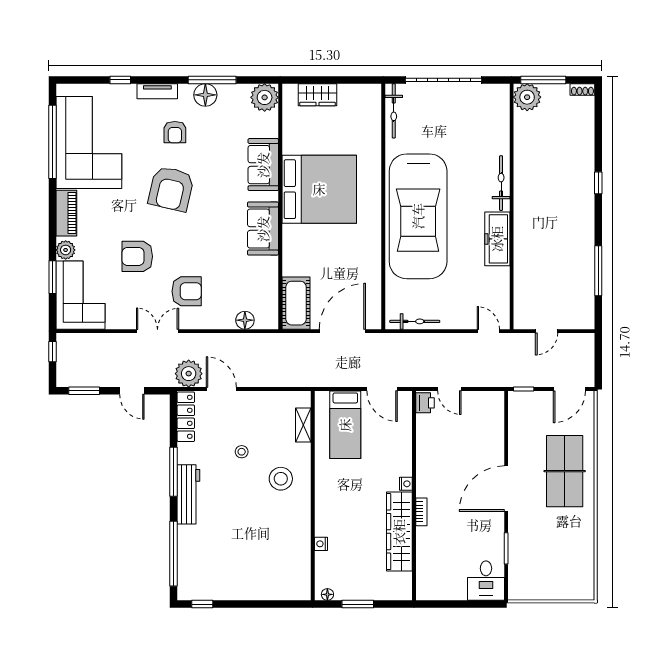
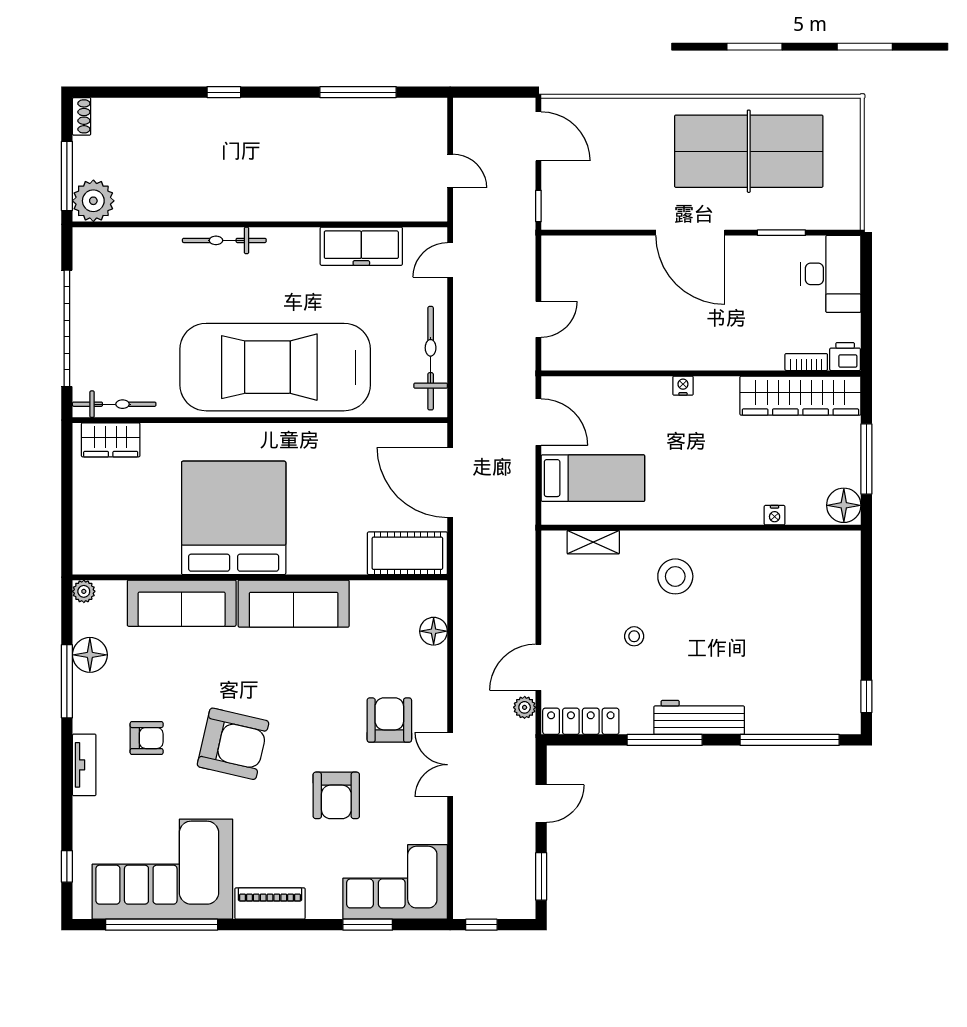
window: (120, 80) -> (67, 866), moved
floor lamp: (205, 95) -> (90, 655), moved
wardrobe: (317, 95) -> (111, 440), moved, turned 90
plant: (265, 97) -> (84, 591), width x0.53, depth x0.53
sofa: (263, 165) -> (182, 603), width x1.36
car: (418, 216) -> (275, 367), turned 180
sofa: (263, 229) -> (294, 604), width x1.36
freezer: (497, 239) -> (361, 246), moved
plant: (66, 250) -> (326, 905), removed
bicycle: (415, 321) -> (431, 358), width x1.37, depth x1.40
plant: (189, 374) -> (525, 707), width x0.53, depth x0.53
door: (382, 389) -> (538, 422), hinge flipped
printer: (425, 403) -> (845, 357), moved
table tennis table: (565, 471) -> (749, 151), moved, width x1.36, depth x1.32
bookcase: (421, 512) -> (806, 362), moved
wardrobe: (399, 532) -> (800, 396), moved
desk: (486, 581) -> (831, 274), width x1.37
floor lamp: (327, 594) -> (844, 505), width x1.89, depth x1.89
window: (358, 604) -> (866, 459), width x1.44

